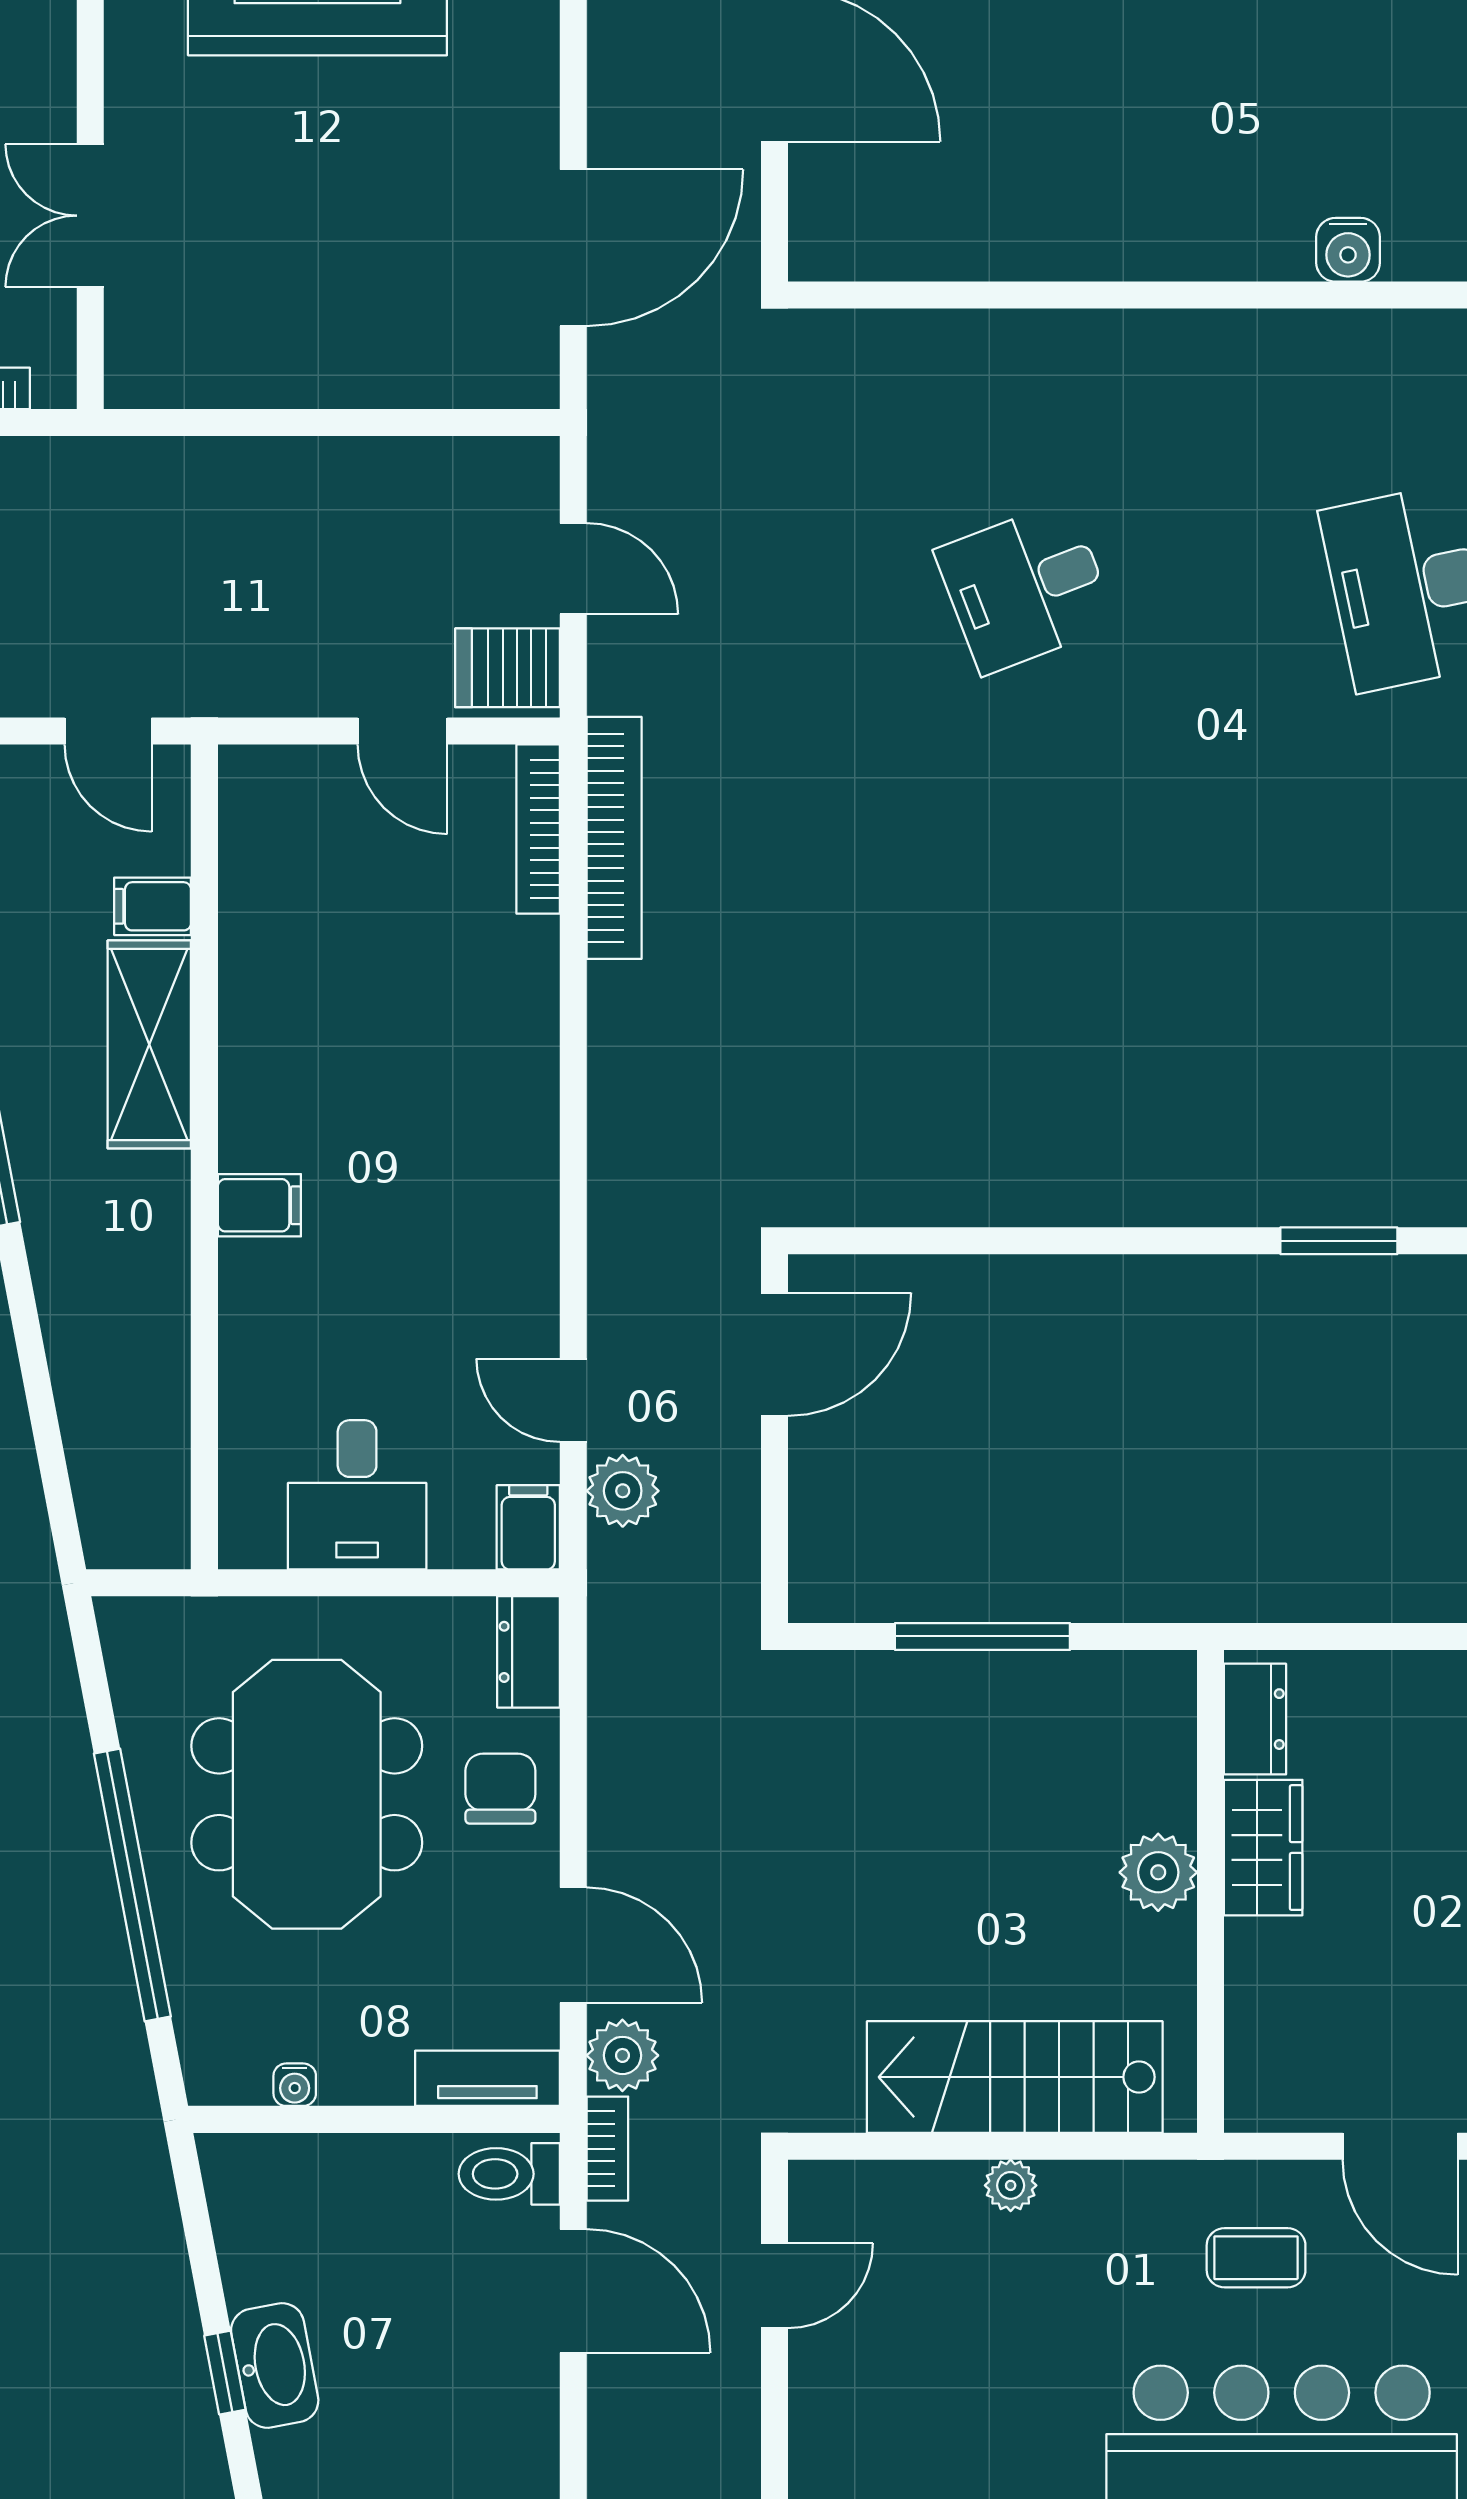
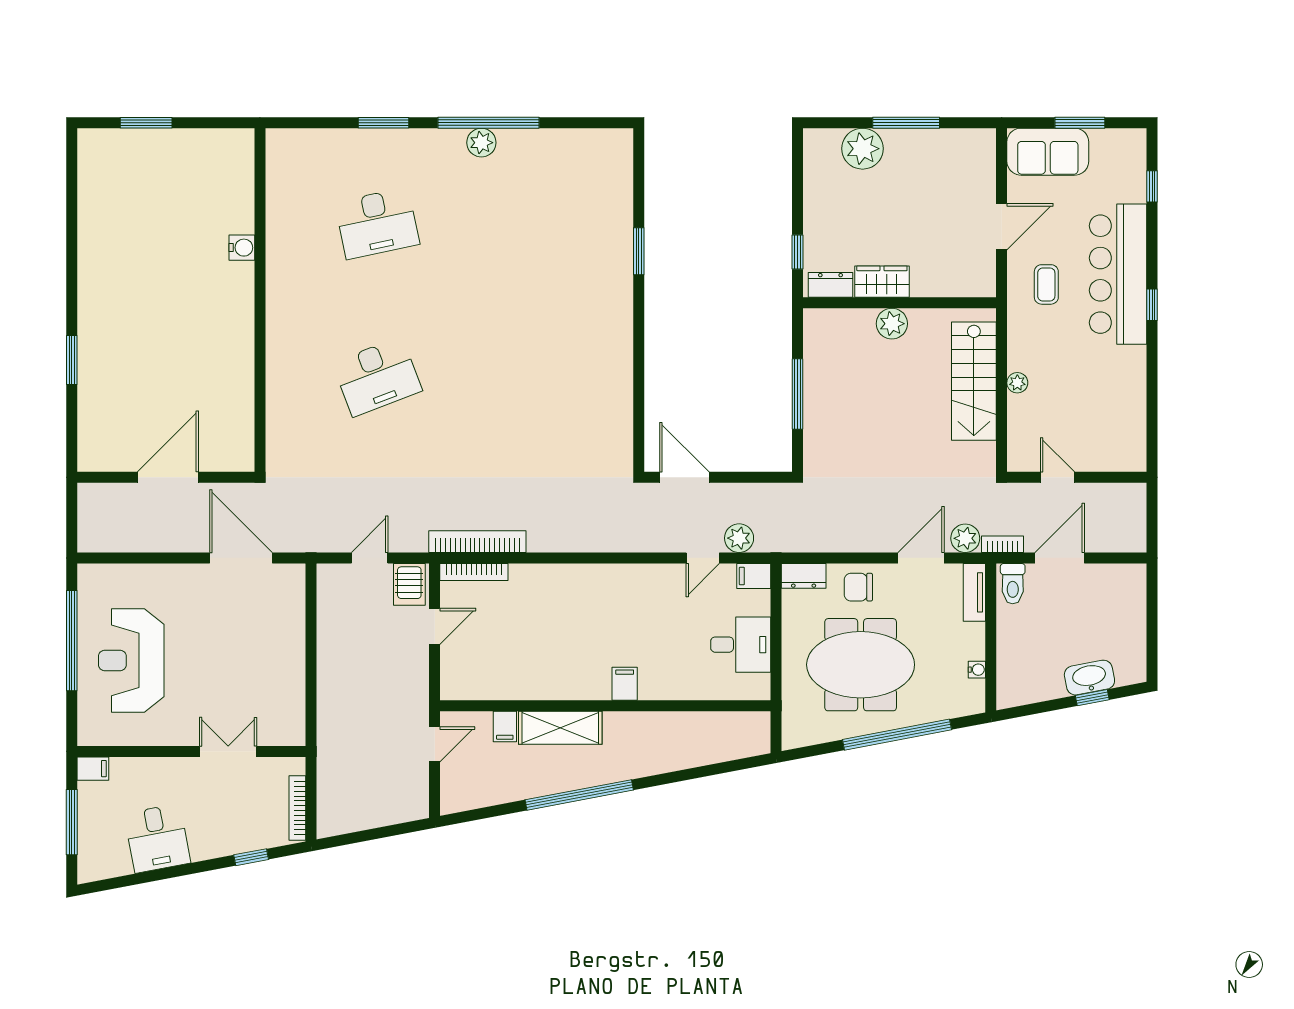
double door: (90, 216) -> (228, 751), swing flipped
desk: (1026, 587) -> (377, 377), width x1.37
window: (1337, 1636) -> (797, 252), added

